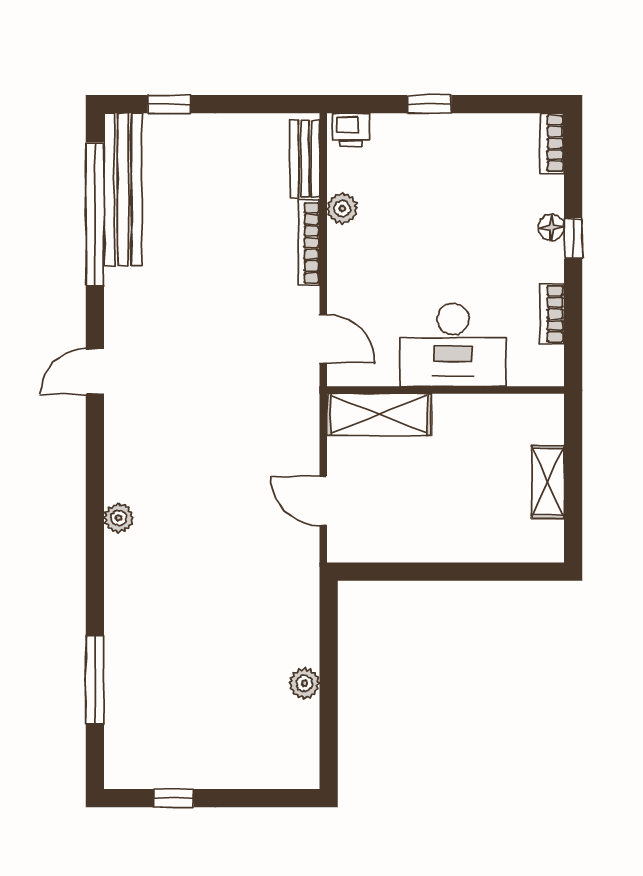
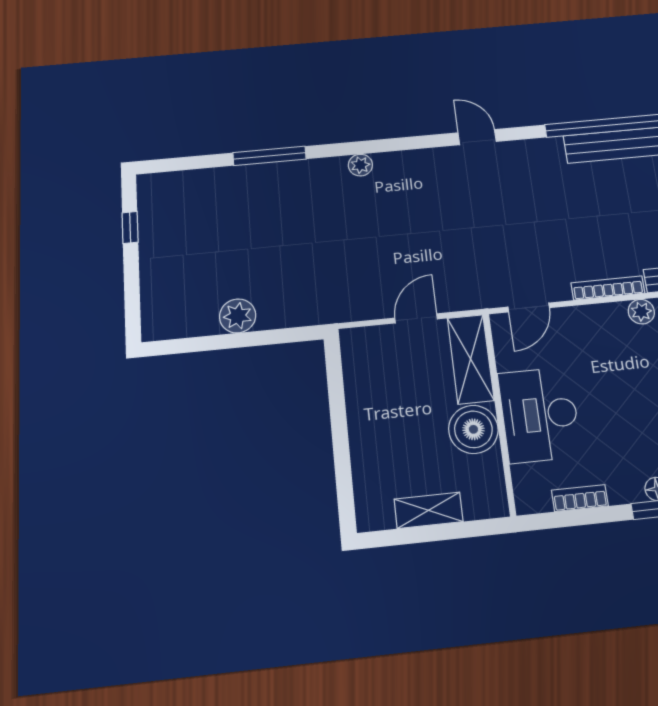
boiler: (462, 422) -> (473, 429), added
door: (323, 501) -> (416, 318), moved
window: (95, 680) -> (269, 156), moved
plant: (304, 683) -> (238, 316), width x1.38, depth x1.38

